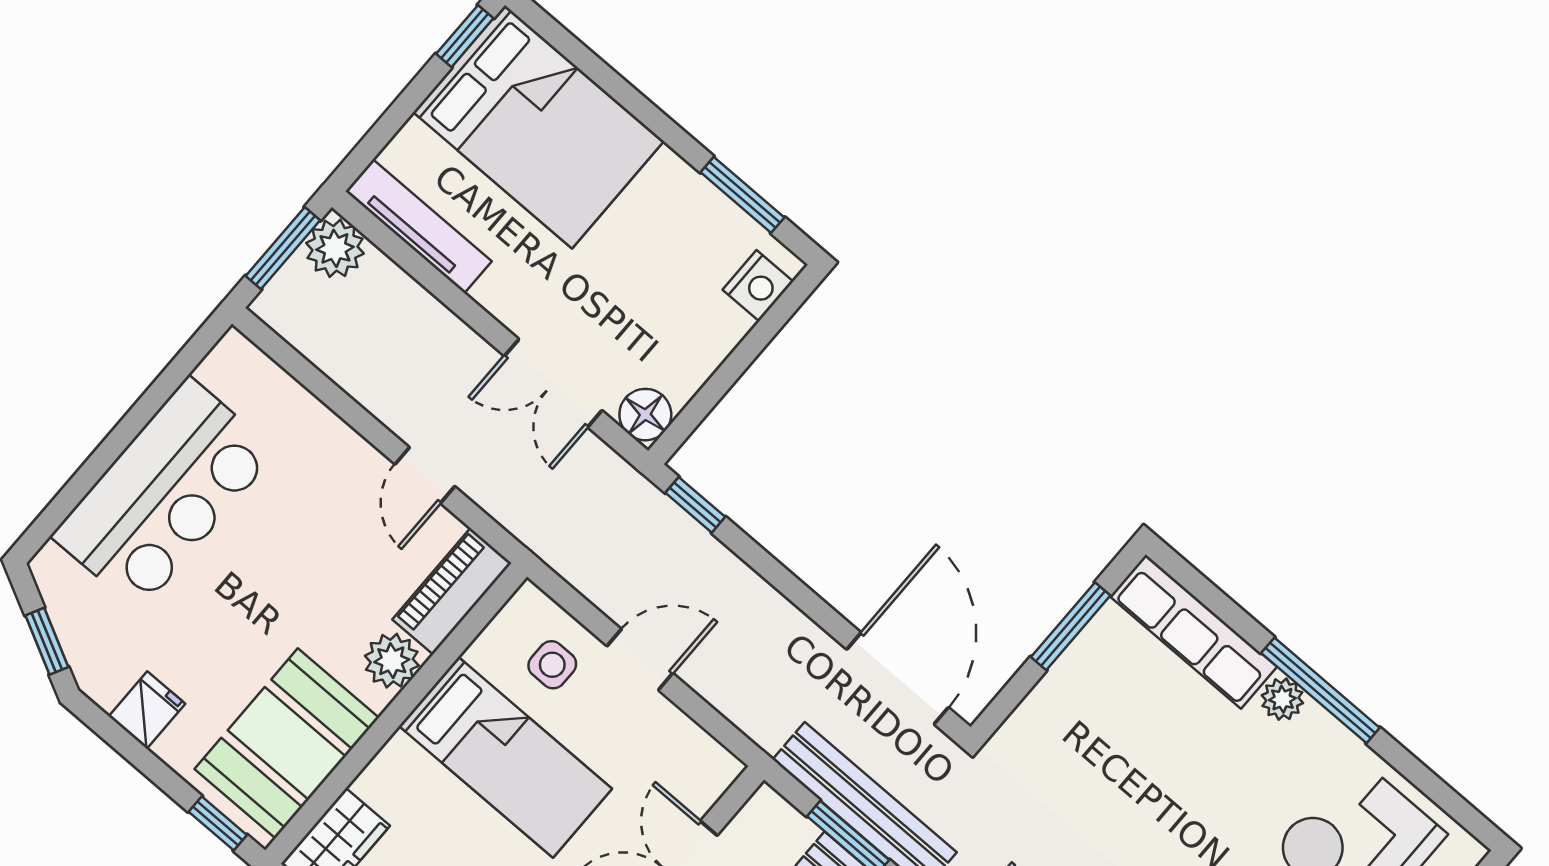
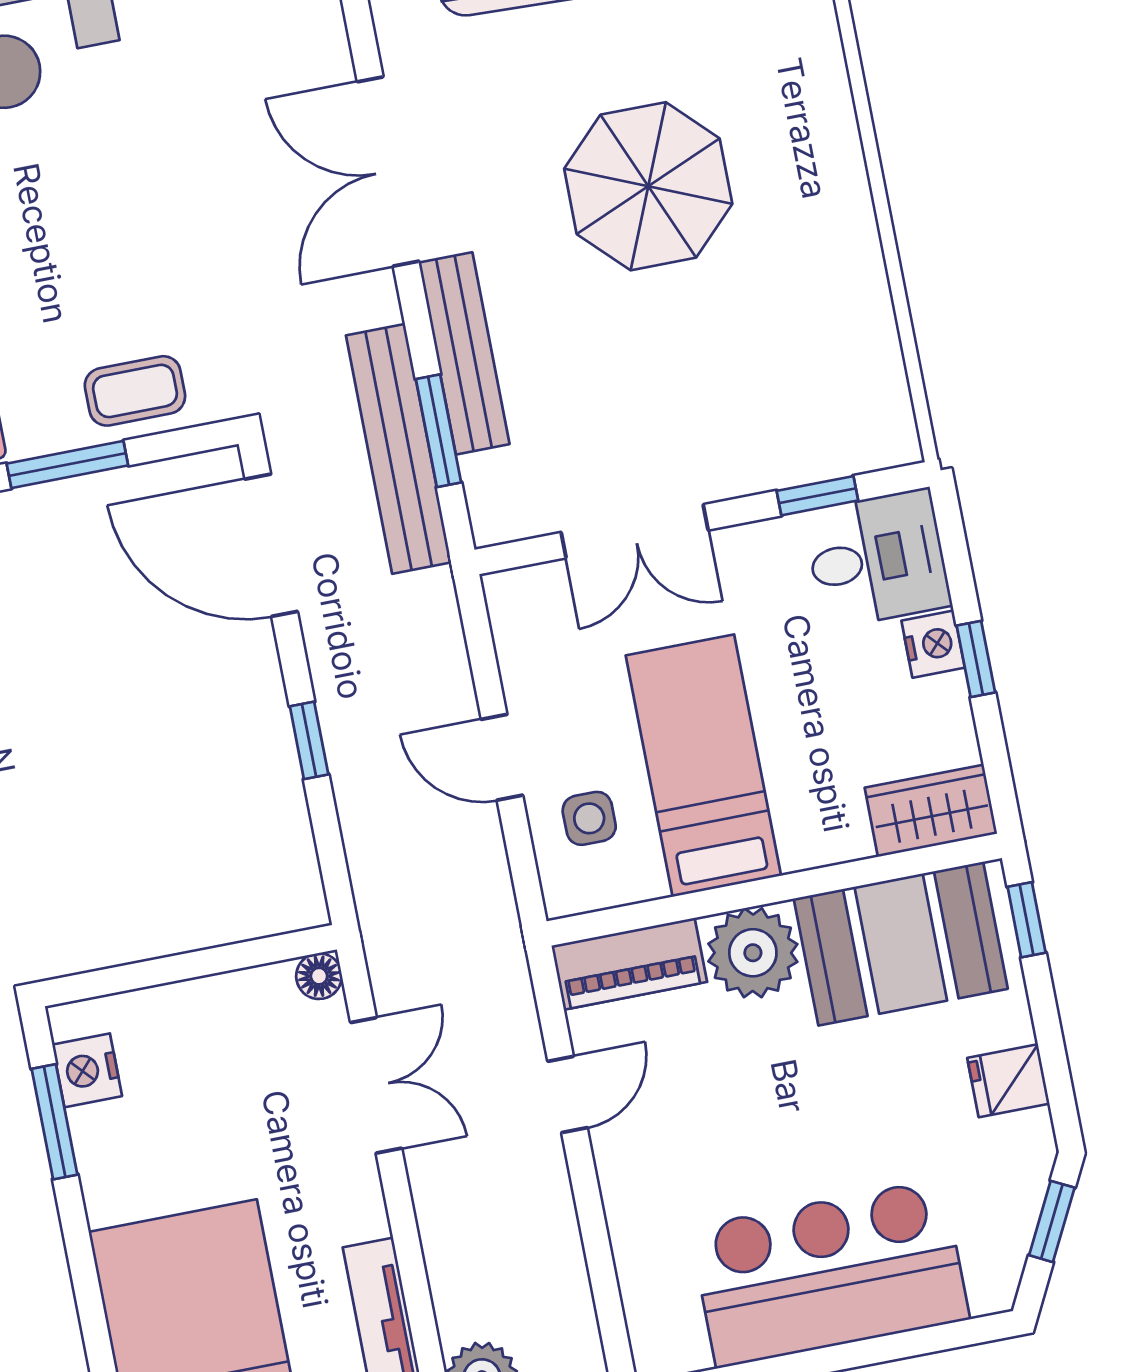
nightstand: (758, 286) -> (87, 1070), moved, turned -90
floor lamp: (645, 415) -> (319, 976), width x0.73, depth x0.73
window: (695, 505) -> (309, 740), moved
plant: (392, 661) -> (753, 953), width x1.36, depth x1.36
door: (898, 678) -> (271, 545), hinge flipped
coffee table: (1065, 708) -> (135, 391), added

